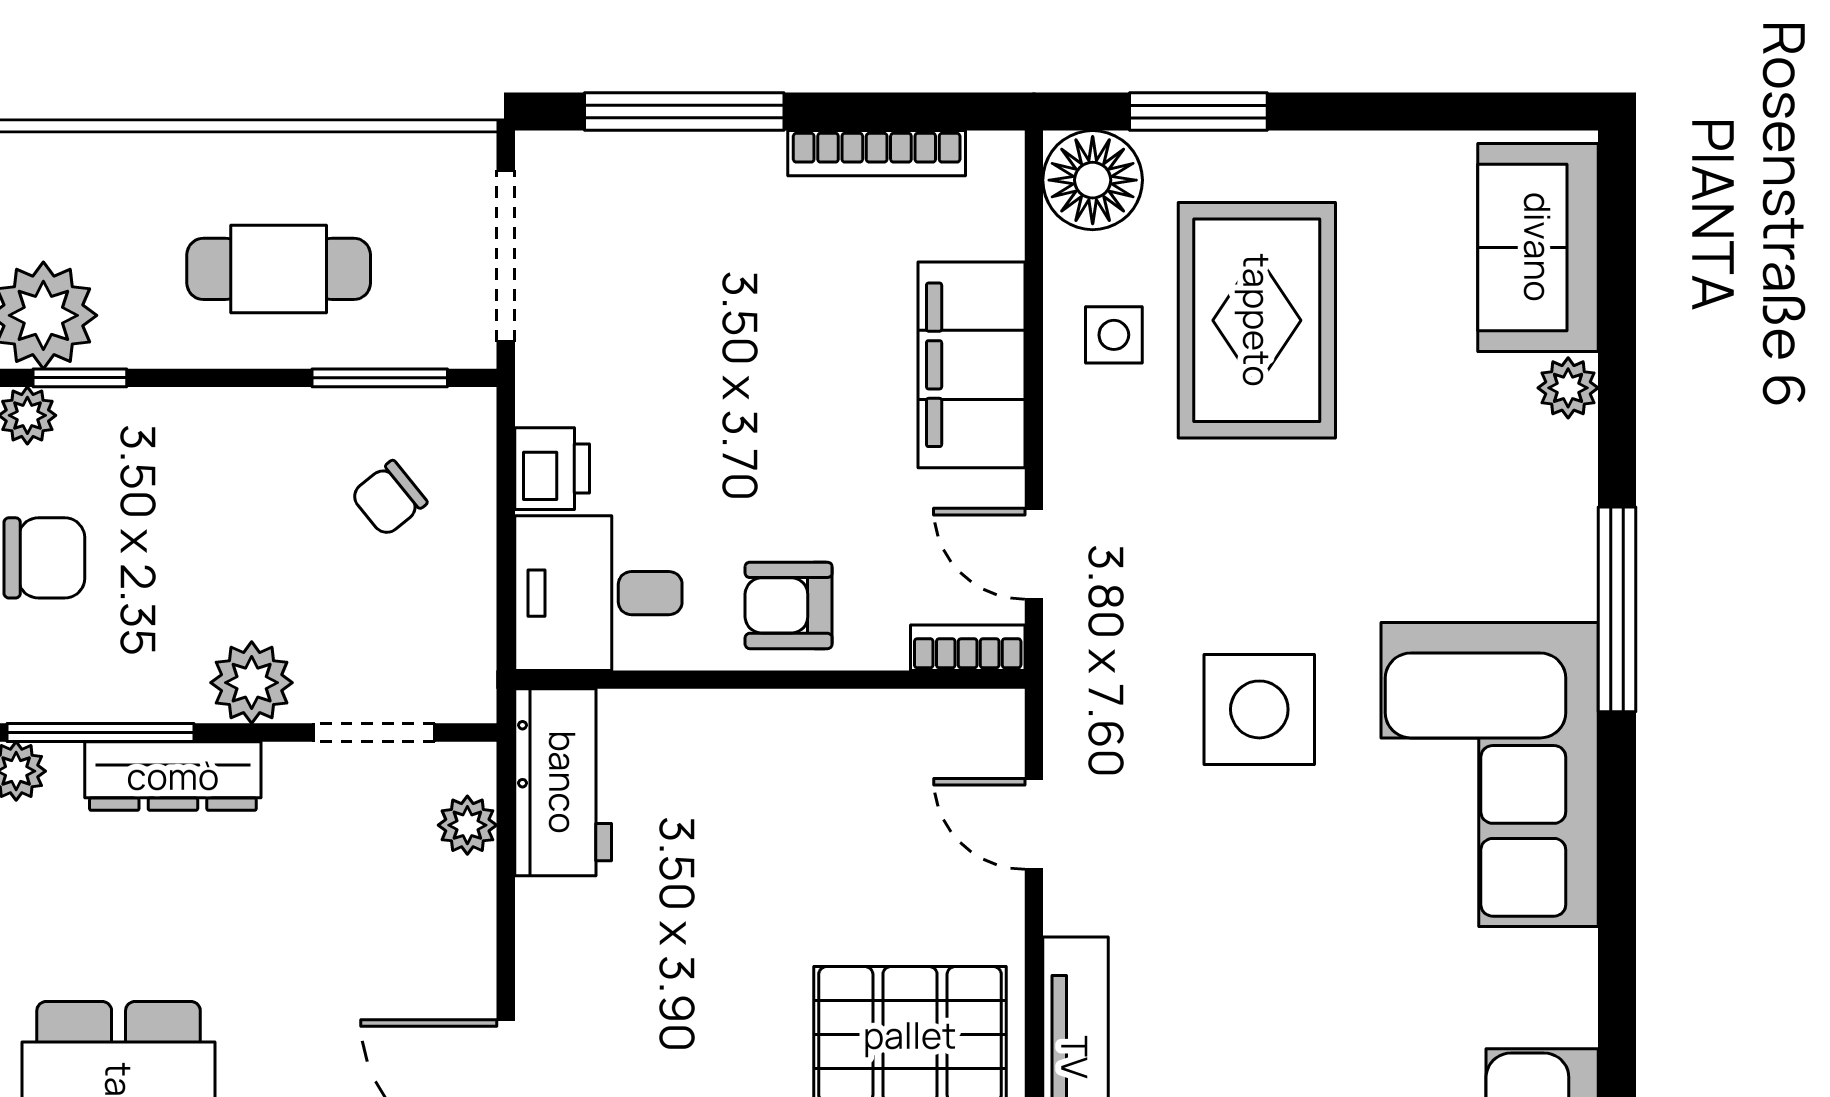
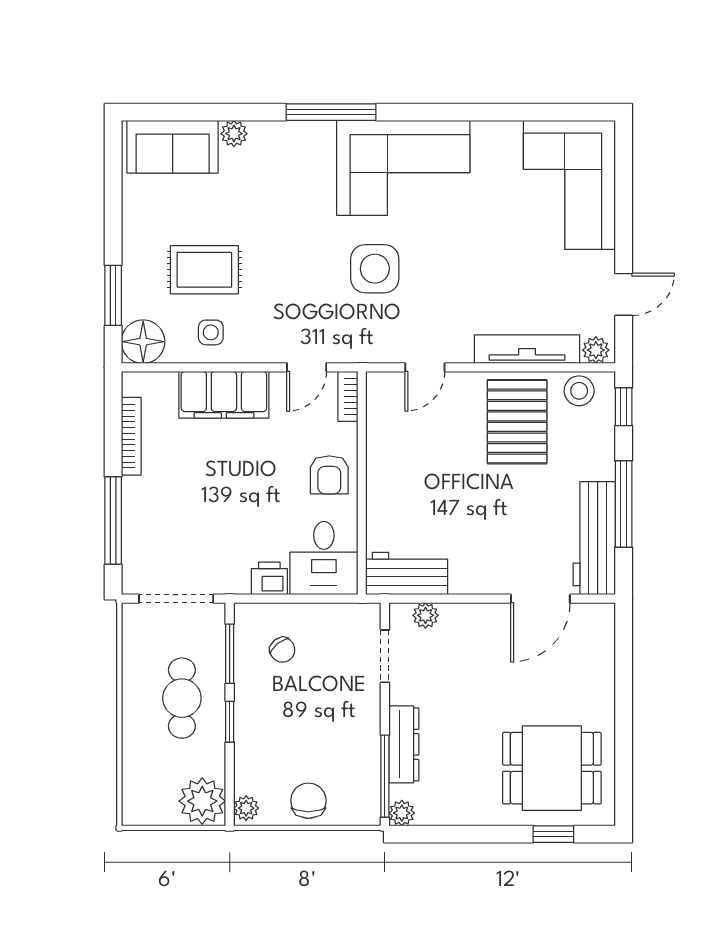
rug: (1257, 320) -> (204, 270), width x0.73, depth x0.70
window: (80, 378) -> (230, 722), moved
plant: (252, 683) -> (363, 710), removed

